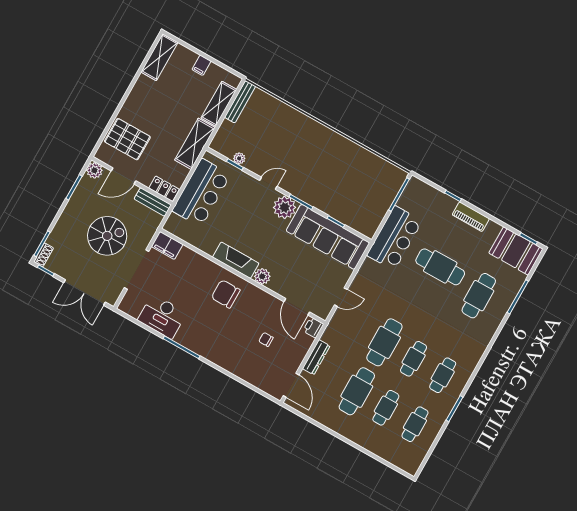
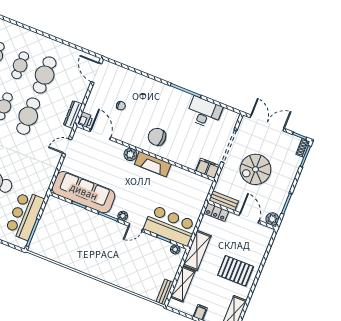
bench: (240, 102) -> (165, 292), width x0.73
pallet: (127, 139) -> (236, 271), moved
plant: (239, 158) -> (175, 249), moved
door: (124, 176) -> (249, 218), hinge flipped
bar counter: (201, 193) -> (170, 226), moved, turned 90
plant: (285, 207) -> (123, 216), width x0.53, depth x0.53
bar counter: (395, 238) -> (25, 215), moved
chair: (226, 294) -> (157, 137), turned 180
dresser: (316, 357) -> (73, 114), moved

